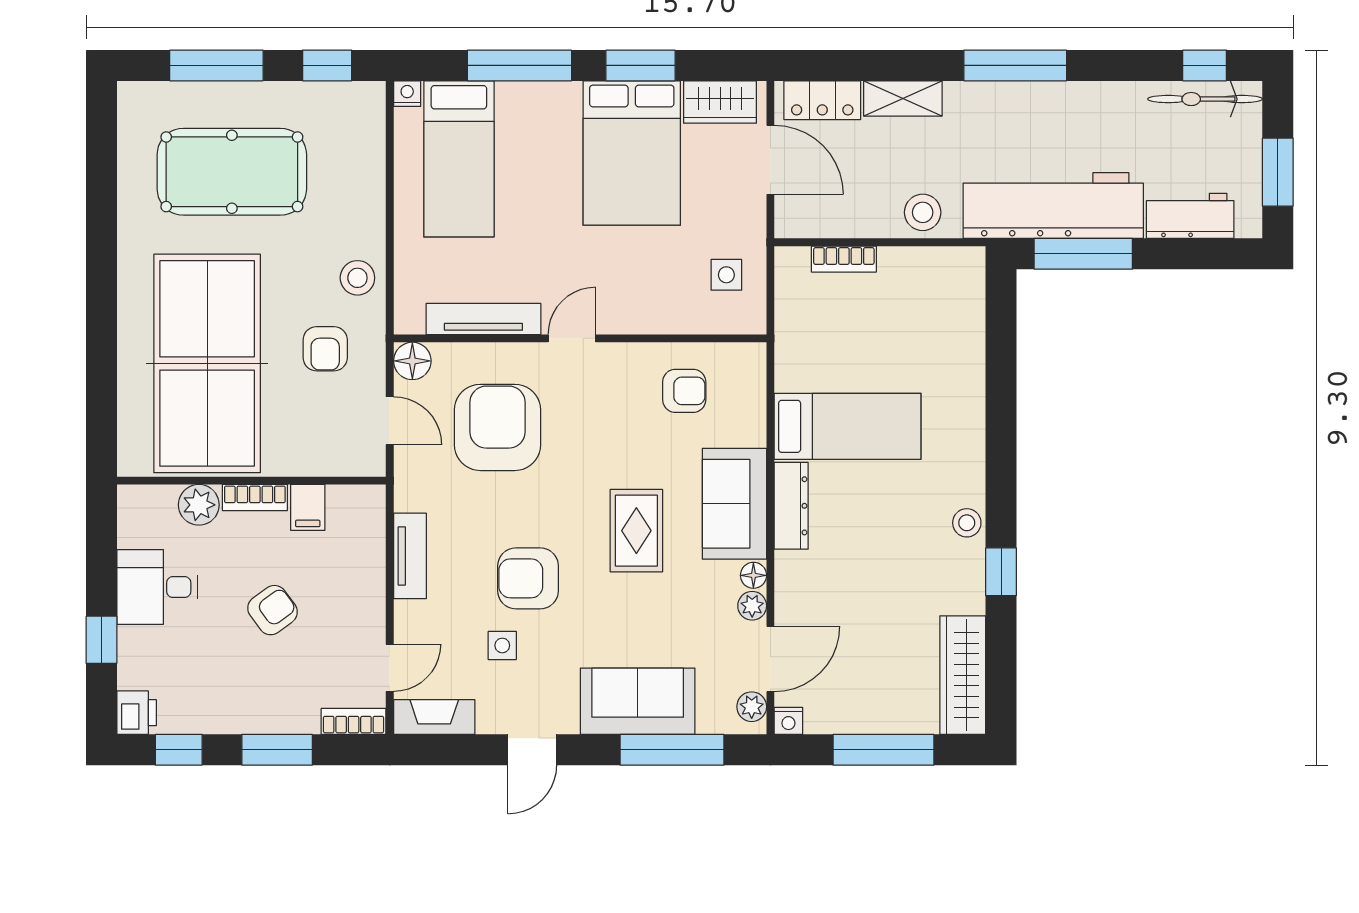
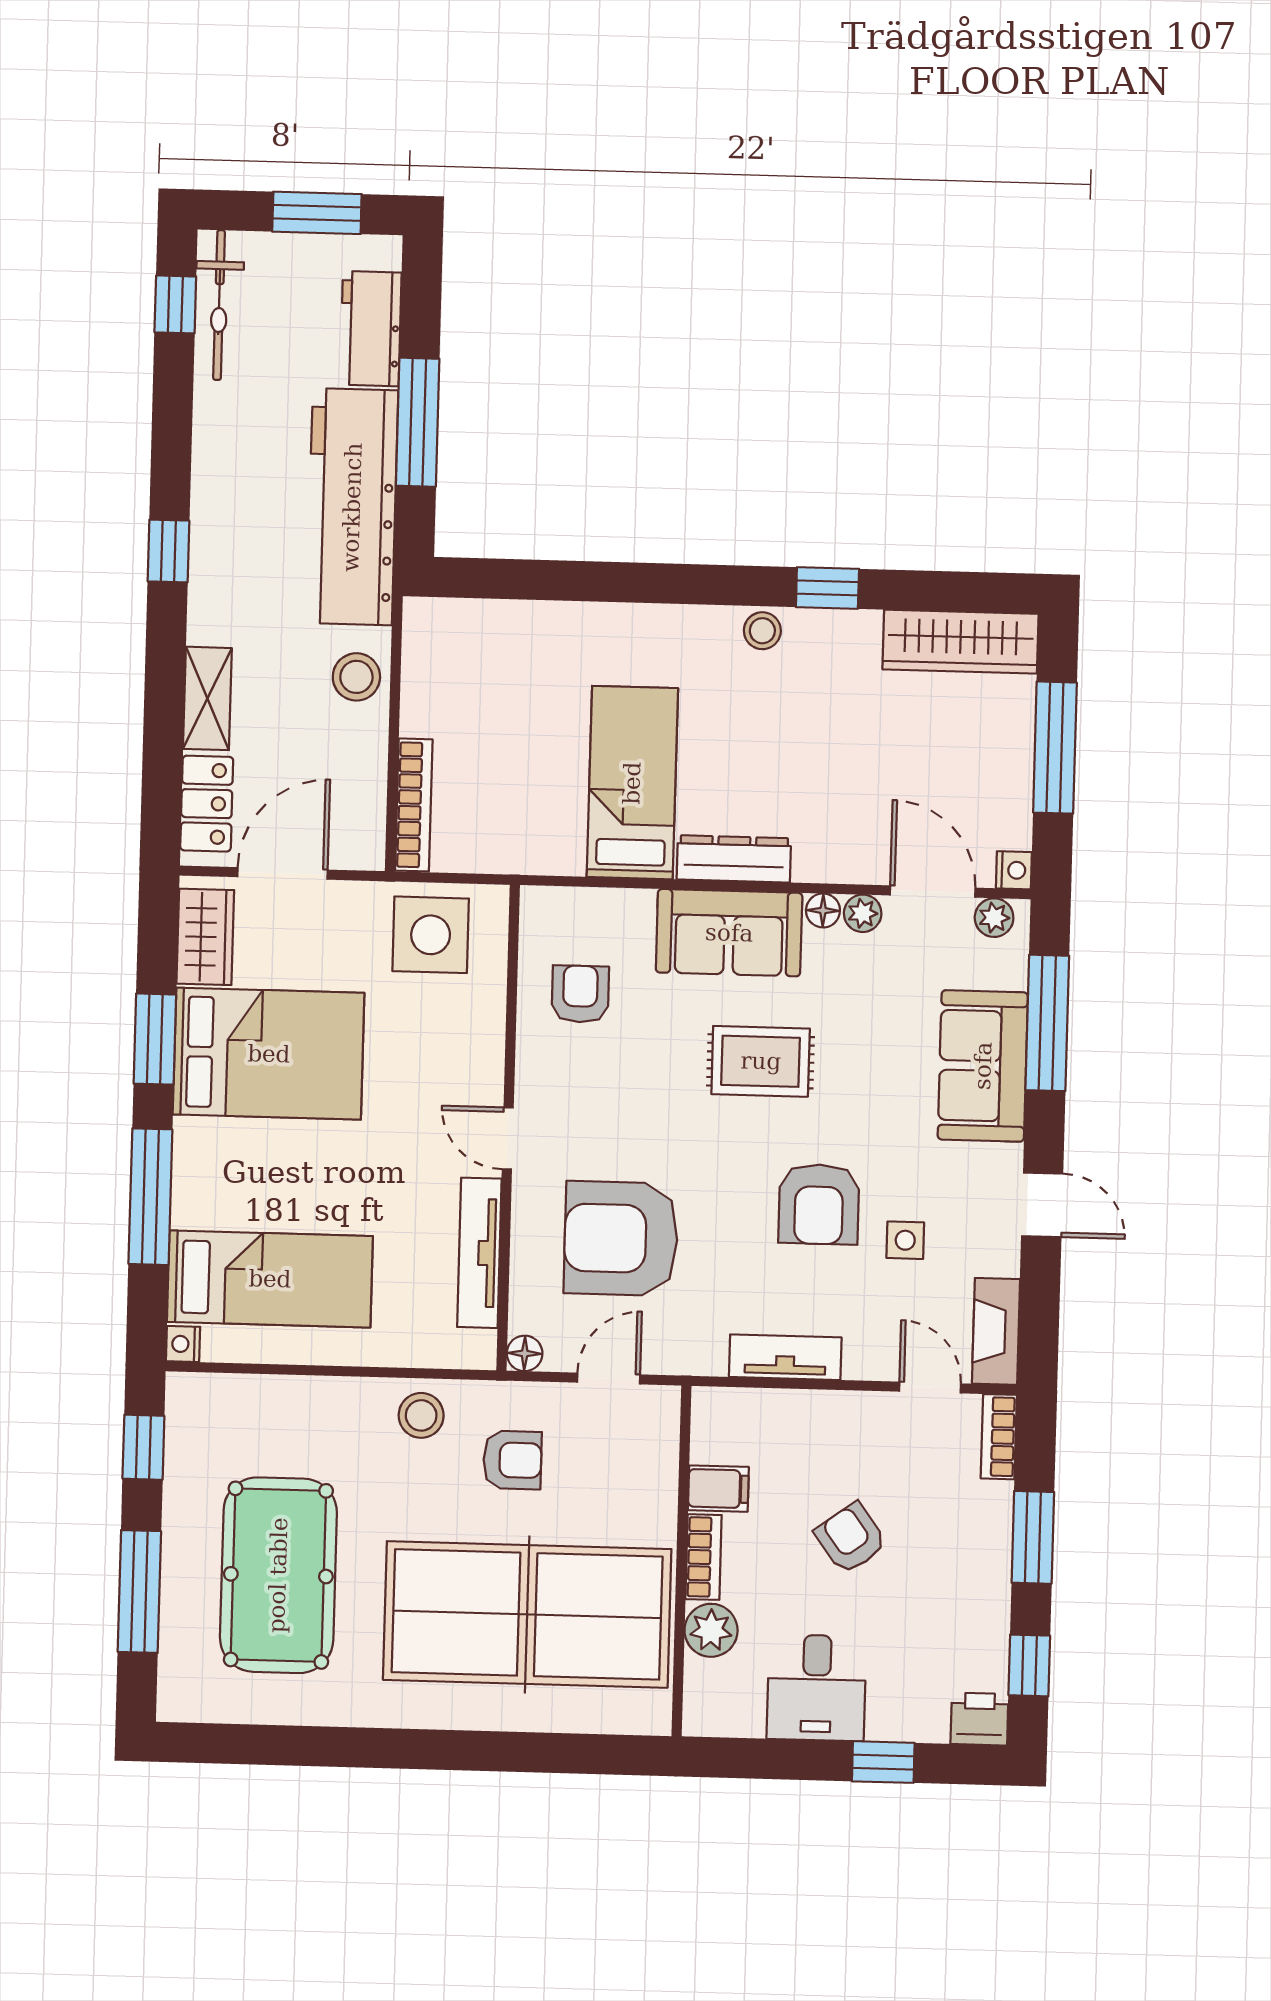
window: (1015, 65) -> (168, 551), width x0.46
window: (1083, 254) -> (418, 422), moved
bookcase: (844, 259) -> (414, 805), width x1.56
side table: (726, 275) -> (431, 935), width x1.87, depth x1.87
floor lamp: (412, 361) -> (525, 1353), width x0.73, depth x0.73

